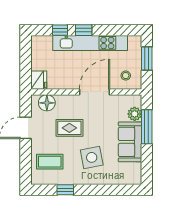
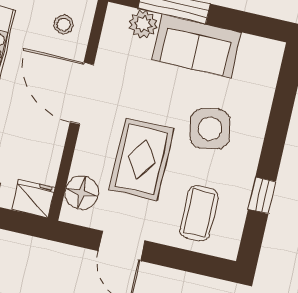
rug: (69, 128) -> (142, 159), width x1.36, depth x1.43

